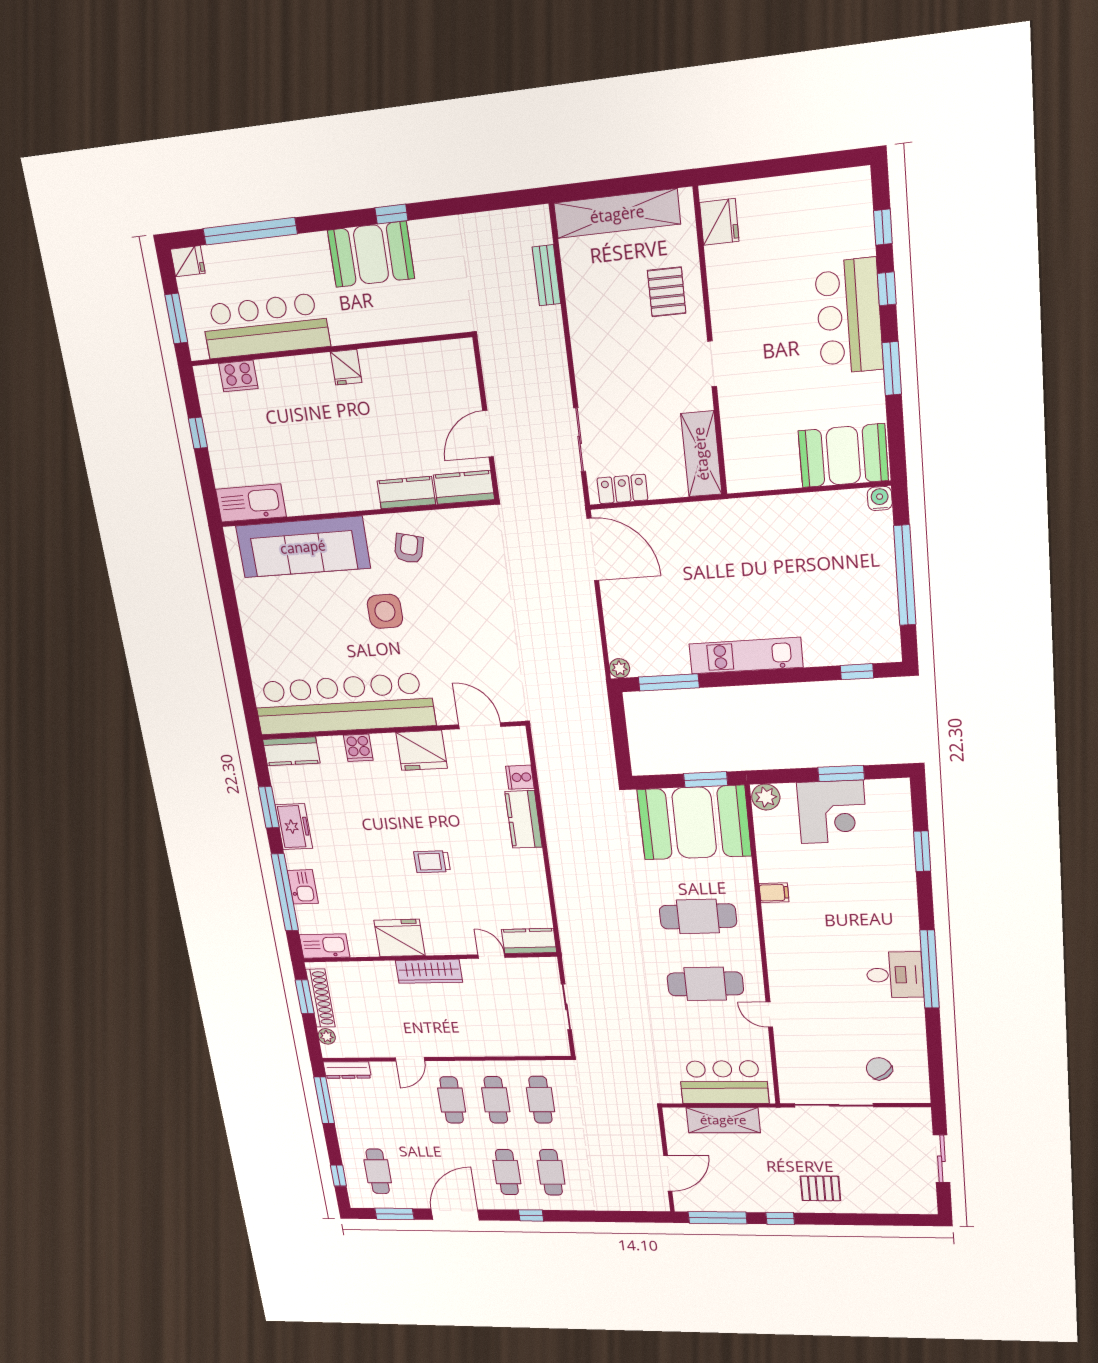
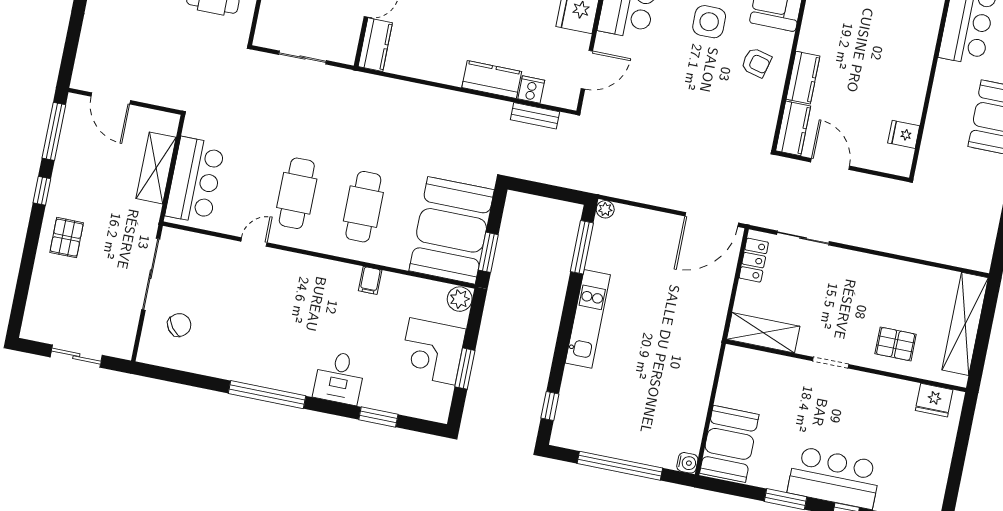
bench: (546, 275) -> (535, 116), moved
fridge: (346, 367) -> (904, 134), moved
desk: (895, 975) -> (339, 378), moved

